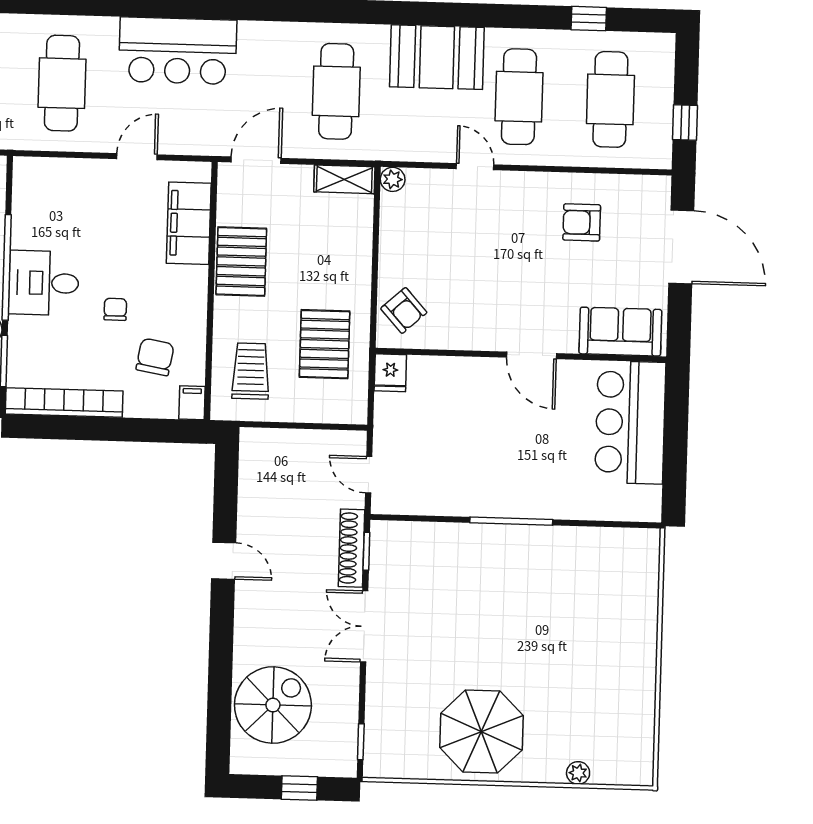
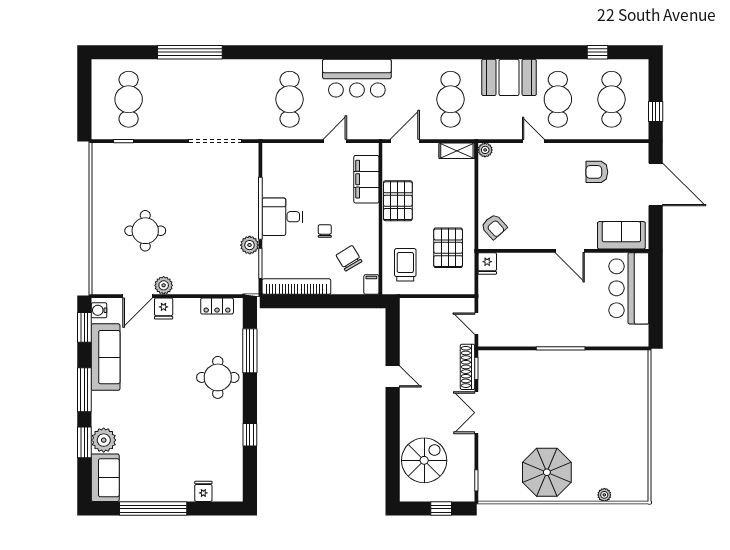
chair: (155, 357) -> (349, 258), turned -41

